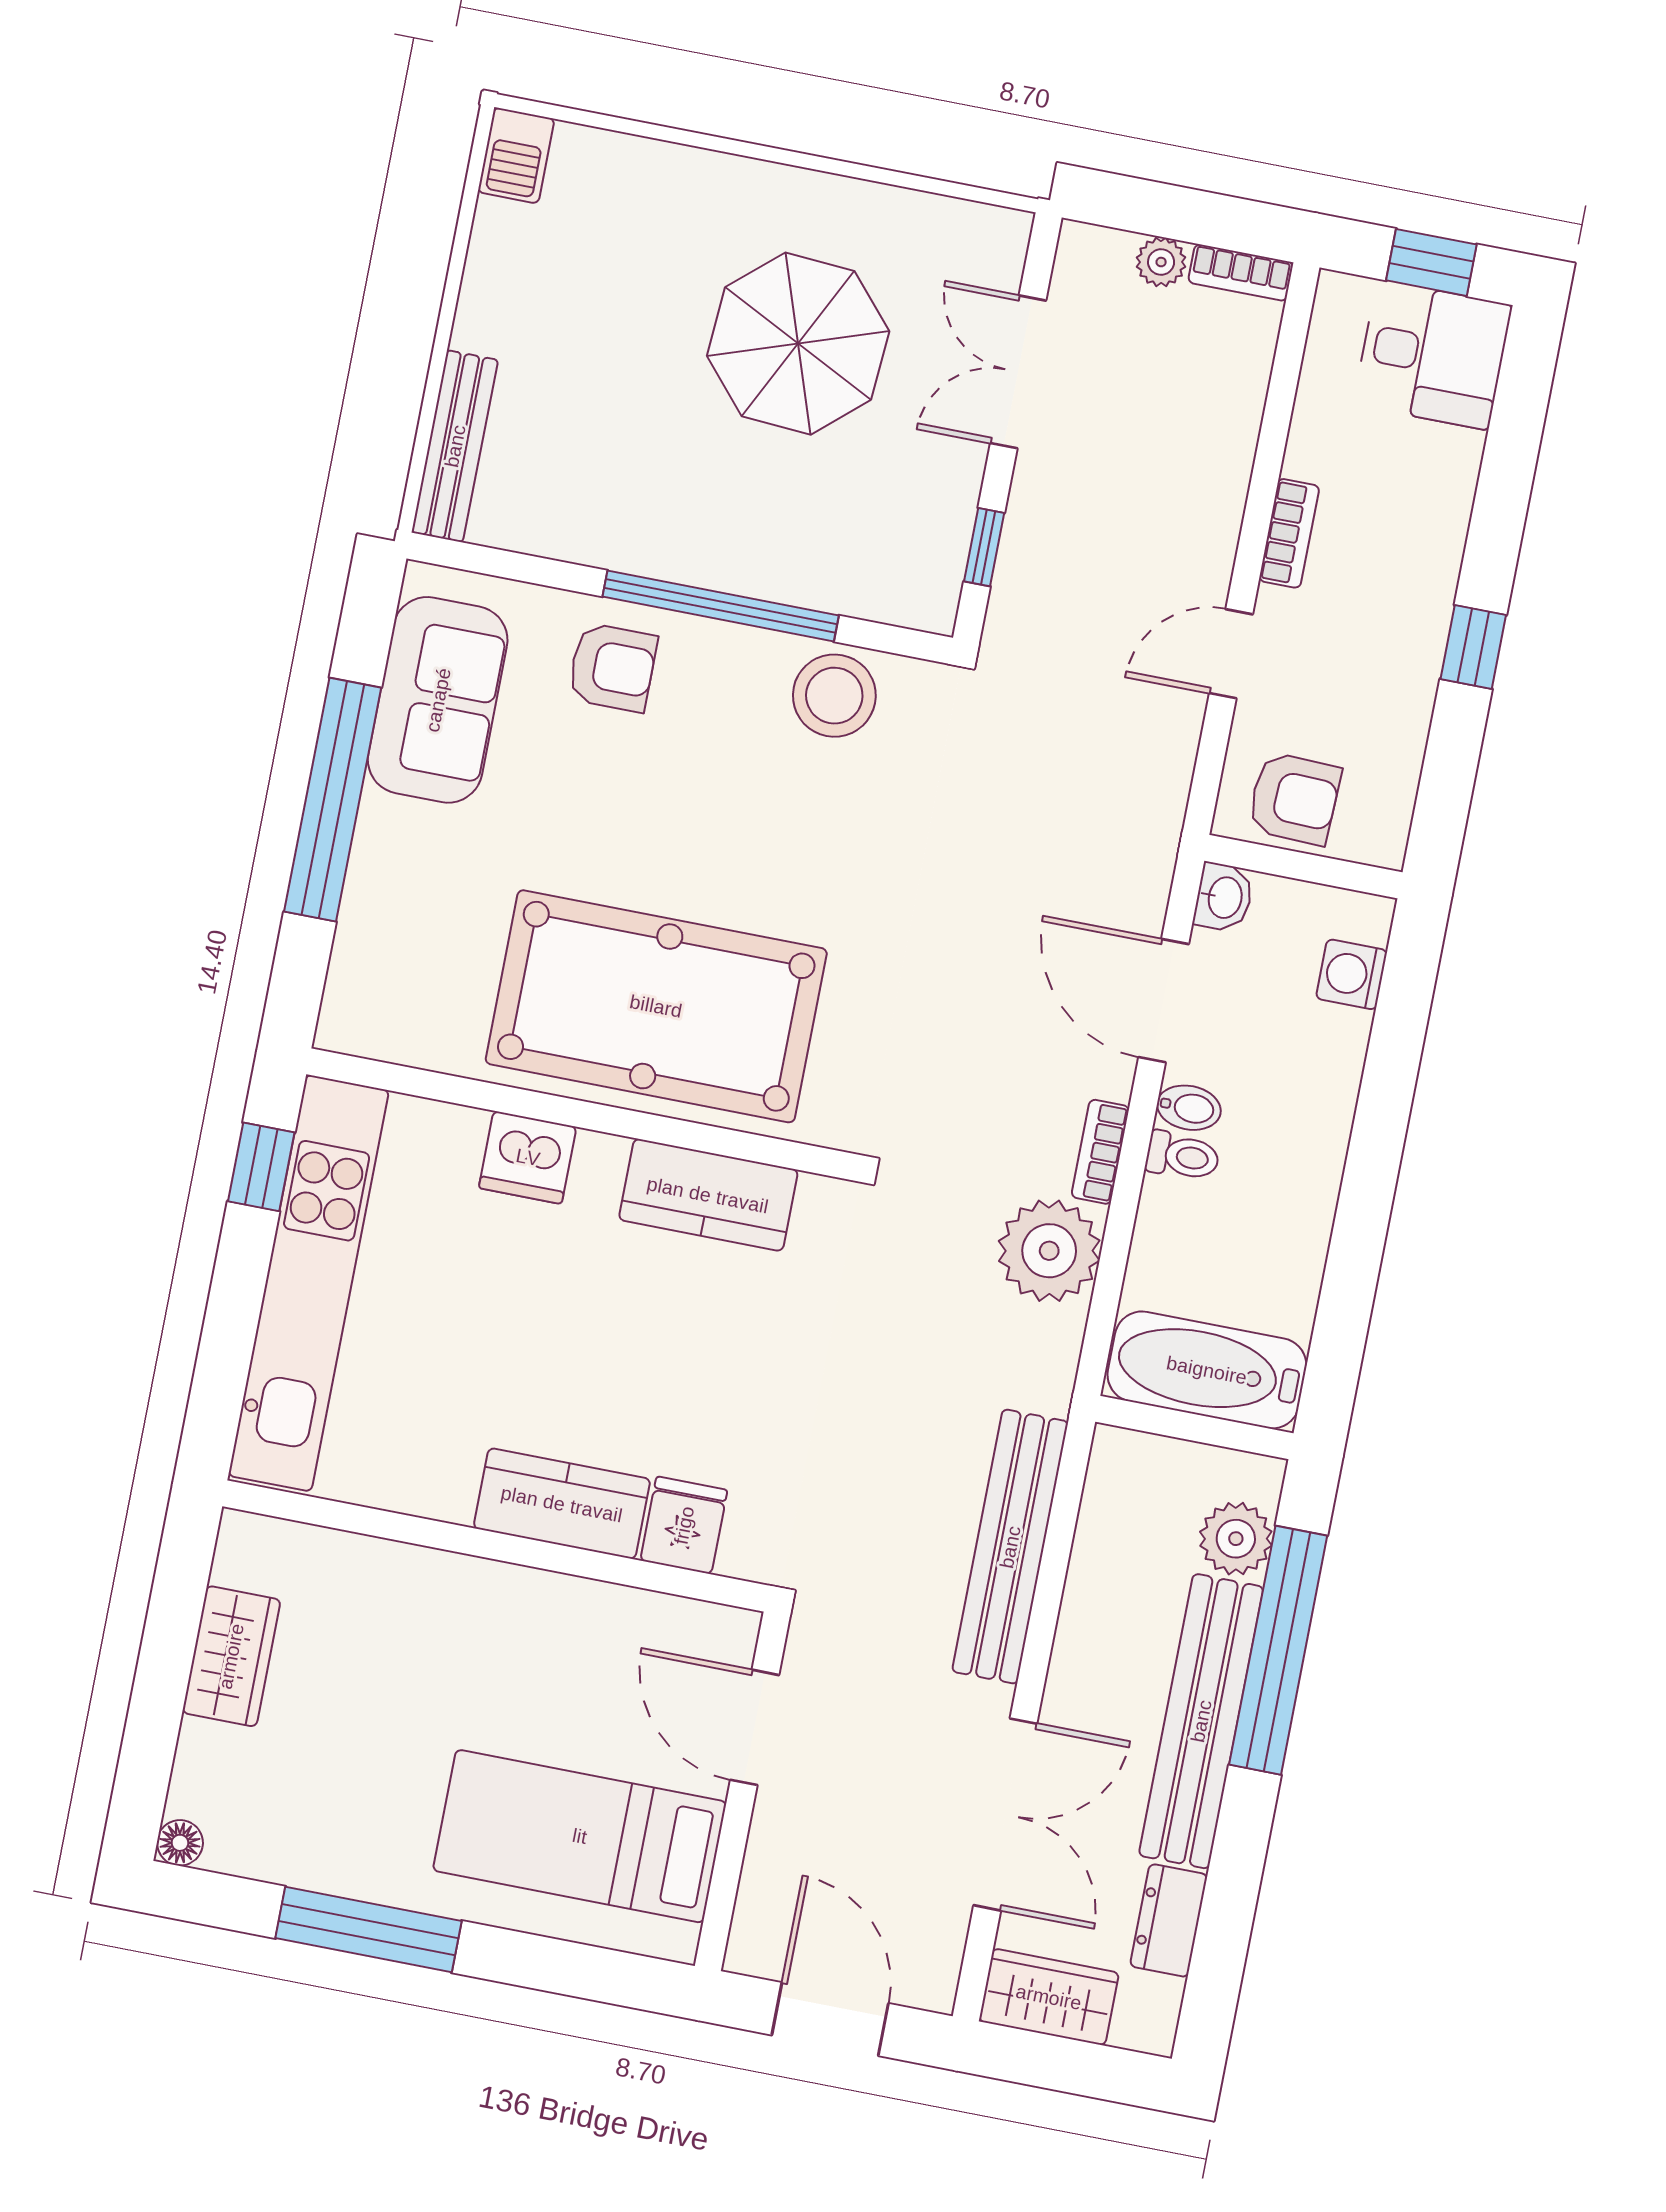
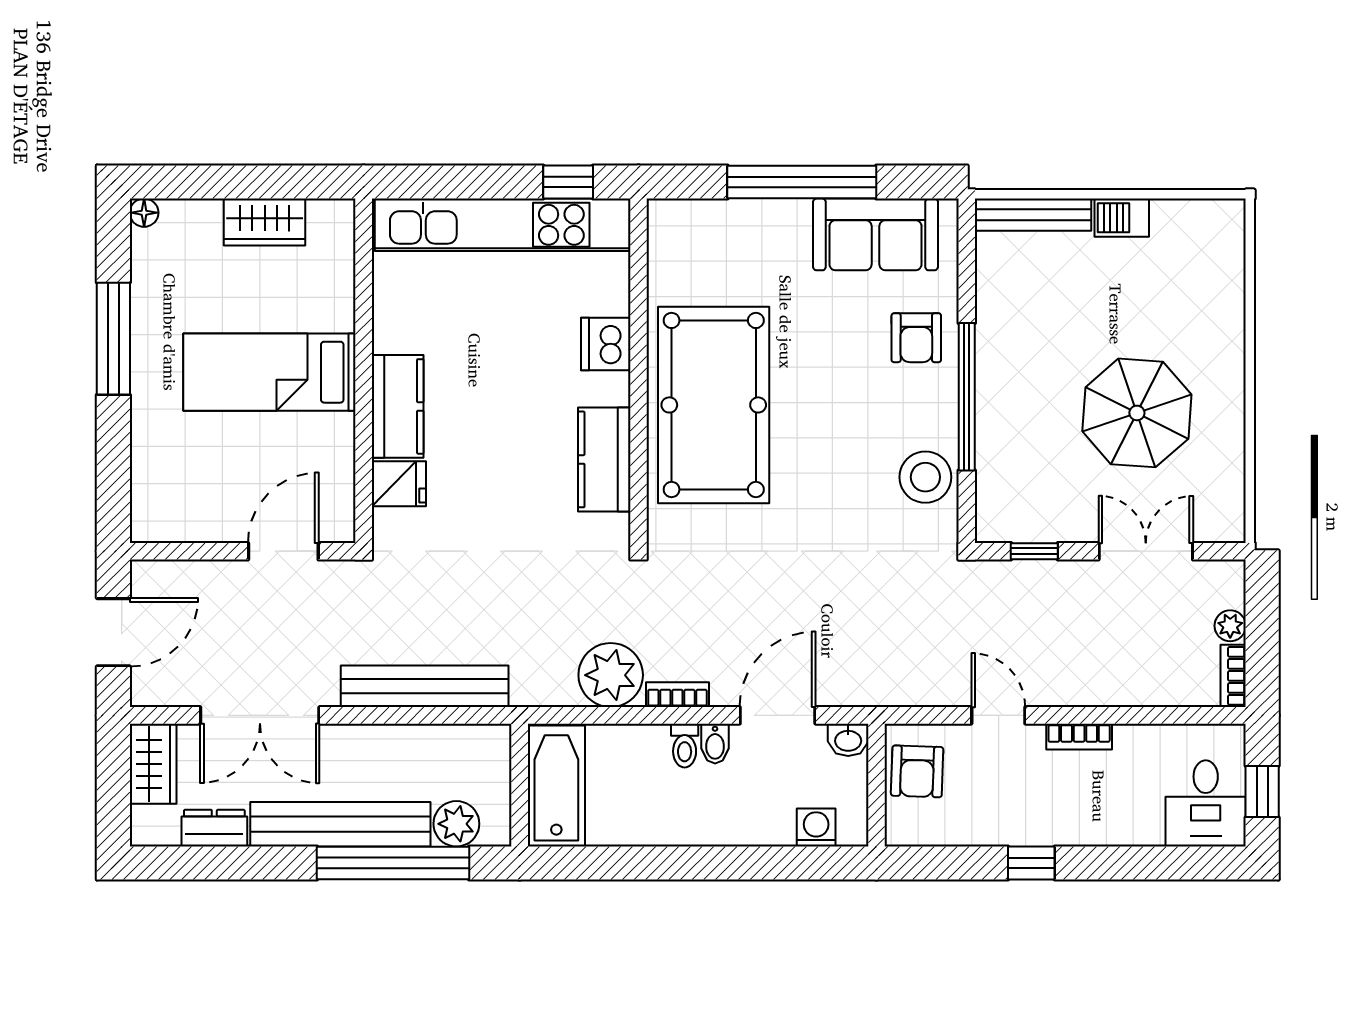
barbecue: (516, 156) -> (1122, 218), moved
bed: (580, 1836) -> (269, 372), moved, turned -90

